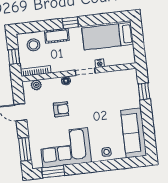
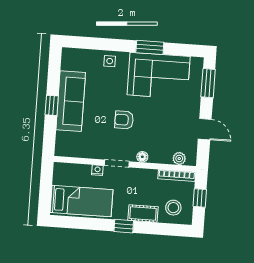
window: (144, 91) -> (52, 105), moved
armchair: (61, 109) -> (124, 120), moved
sofa: (134, 133) -> (71, 101), moved
window: (53, 172) -> (150, 47), moved

